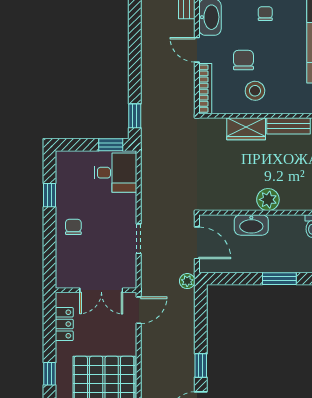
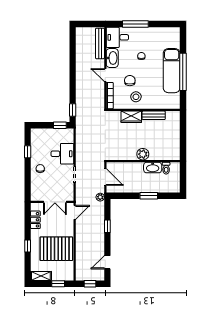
desk: (115, 173) -> (62, 154), moved
washbasin: (251, 225) -> (153, 168), moved
window: (201, 366) -> (107, 226), moved

